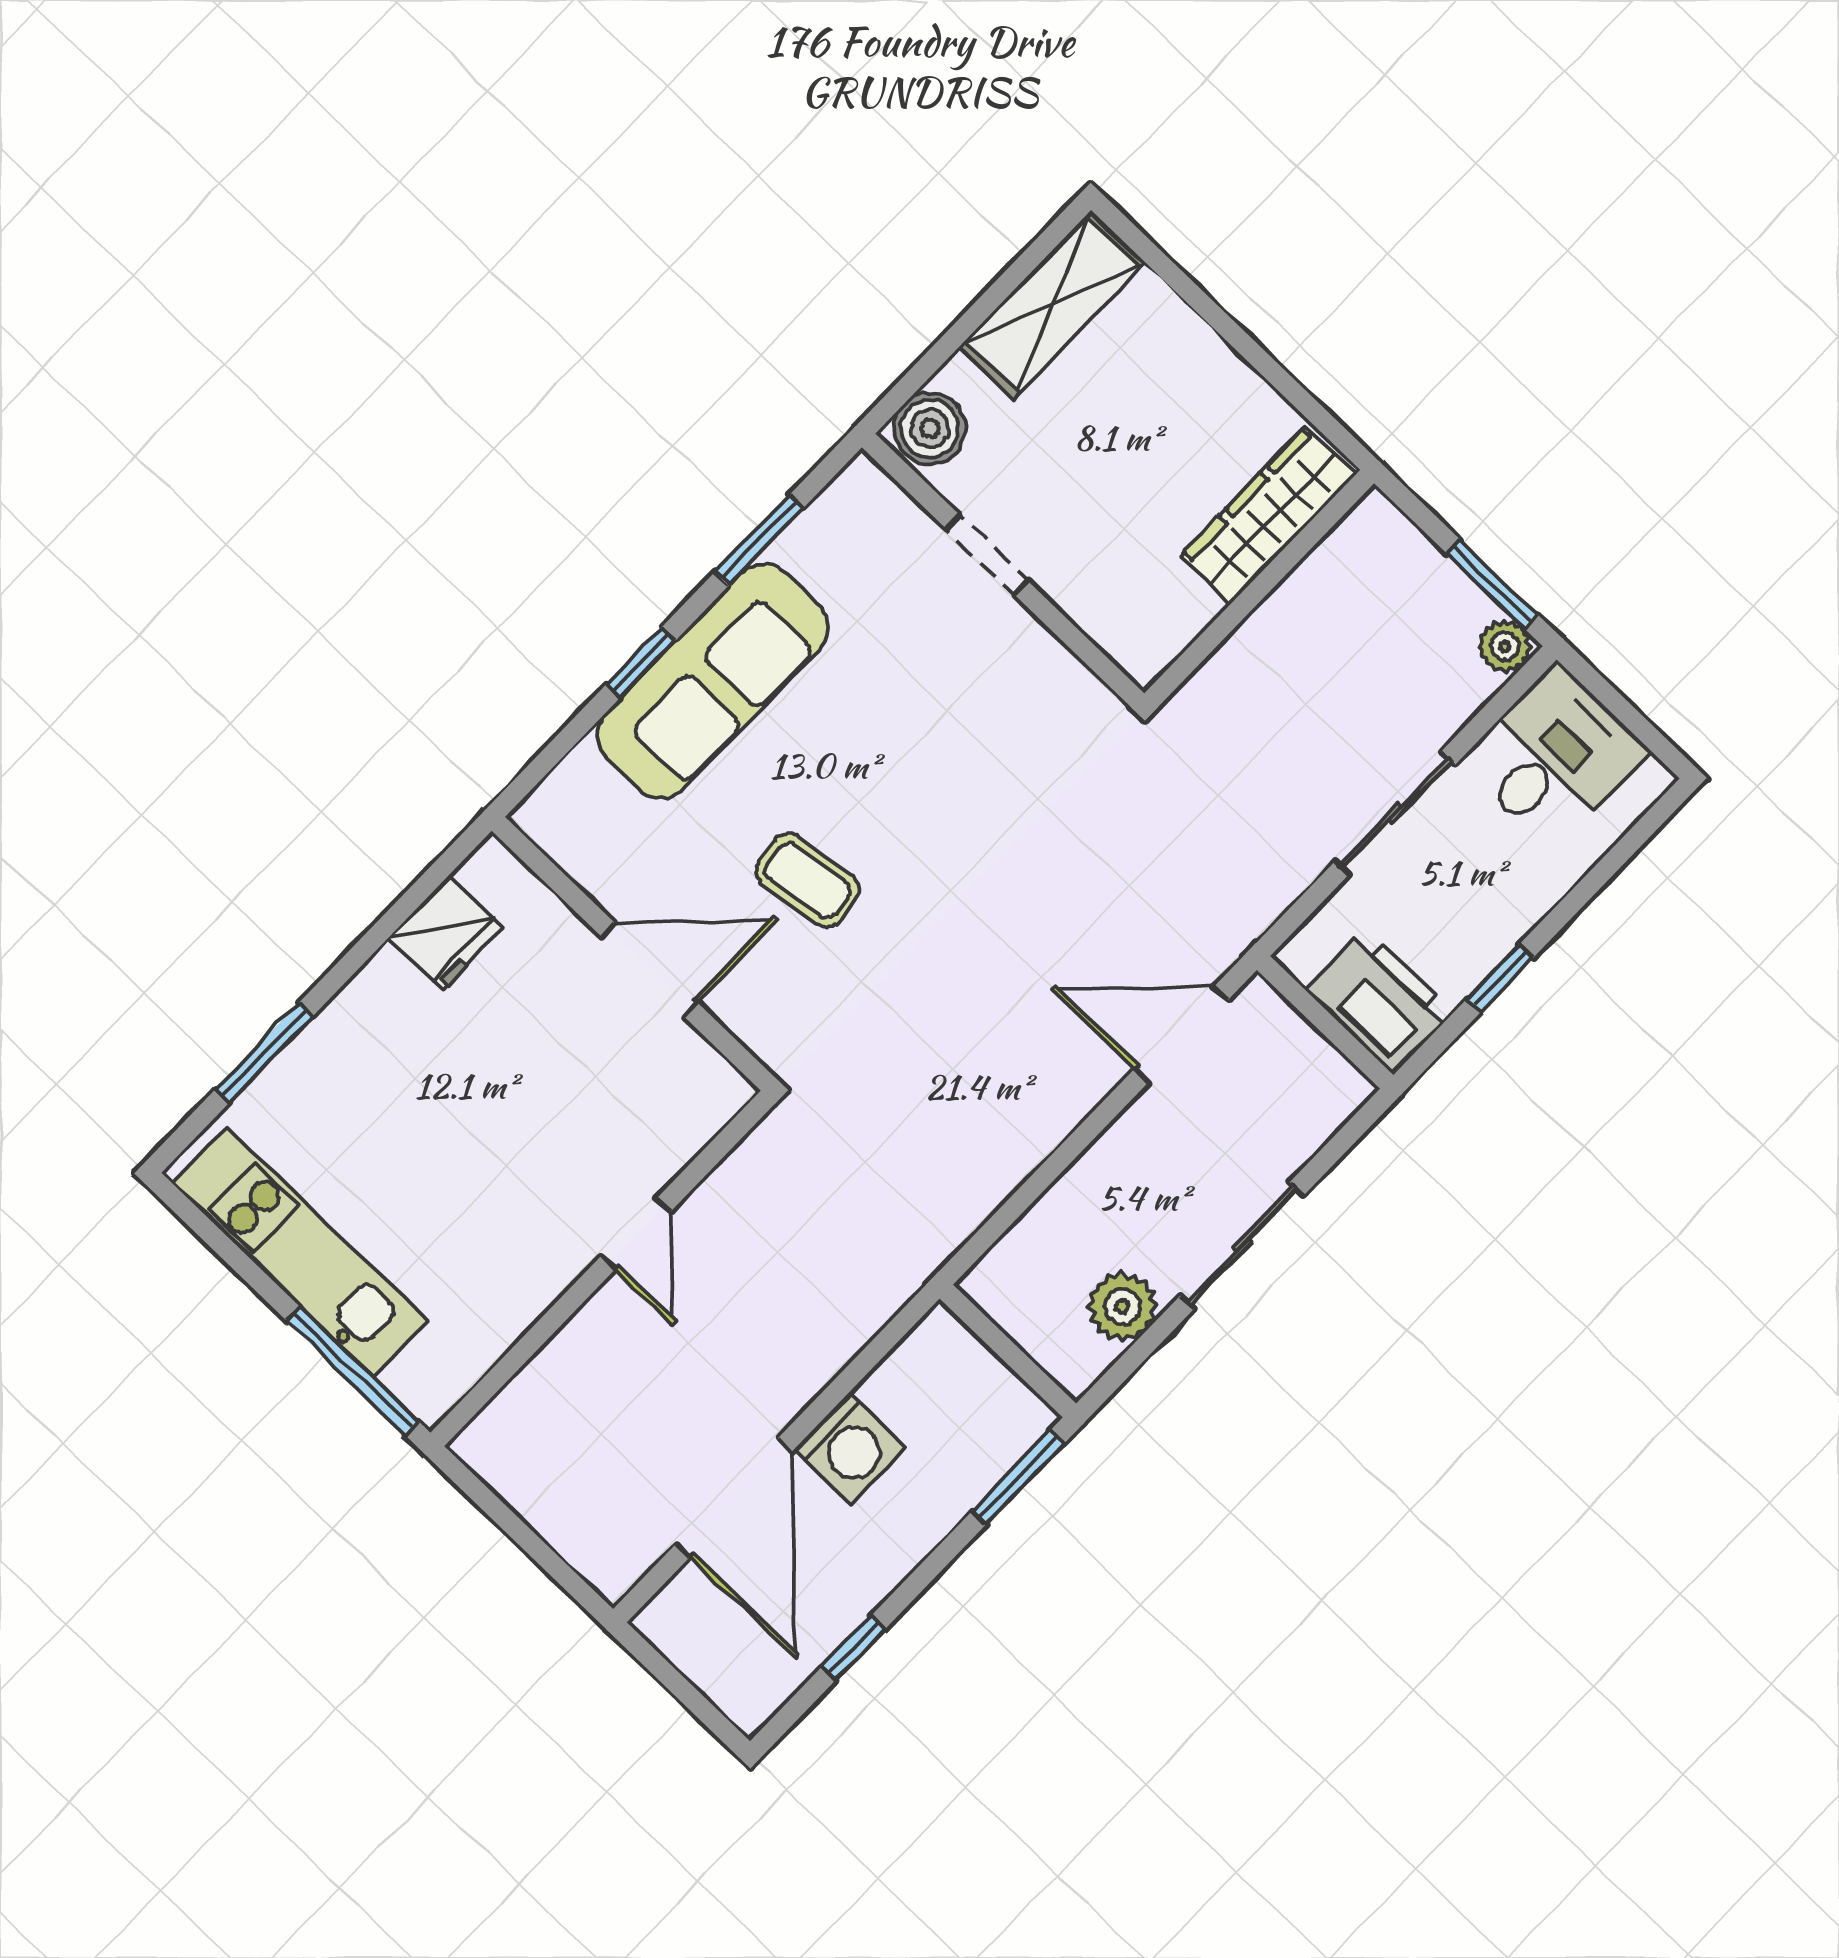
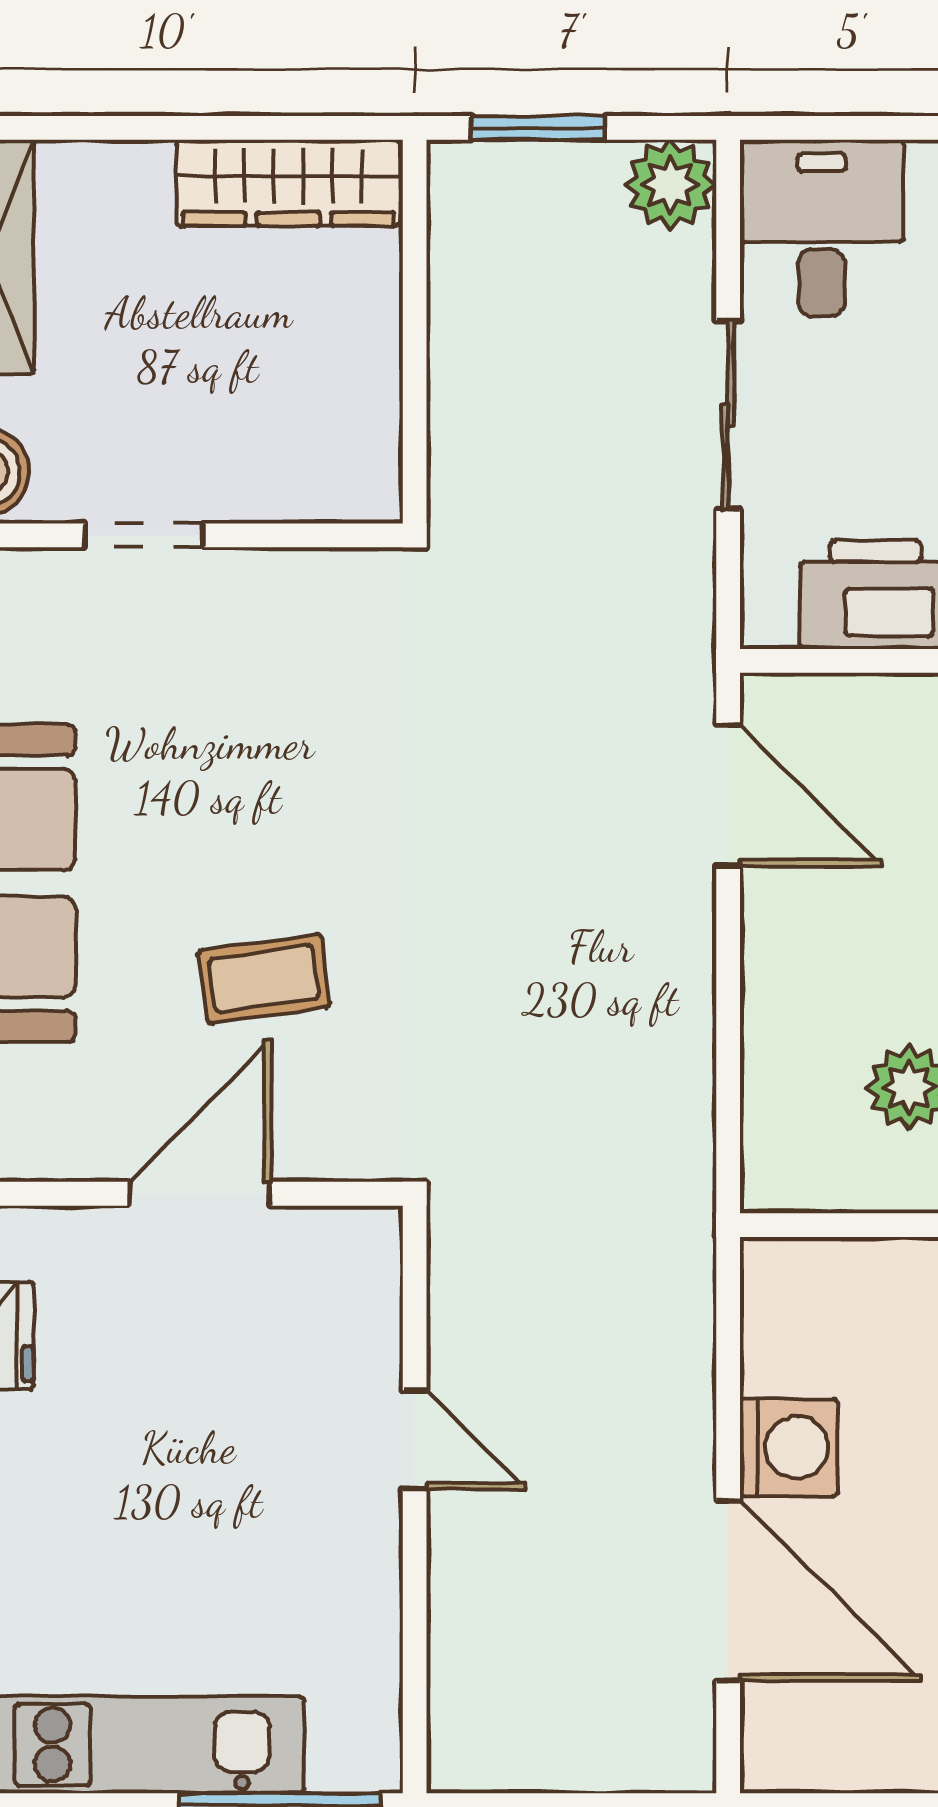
wardrobe: (1268, 515) -> (288, 183), moved, turned -90
window: (1492, 584) -> (538, 128), moved
plant: (1505, 646) -> (670, 185), width x1.38, depth x1.38
door: (1181, 1035) -> (728, 795), swing flipped

